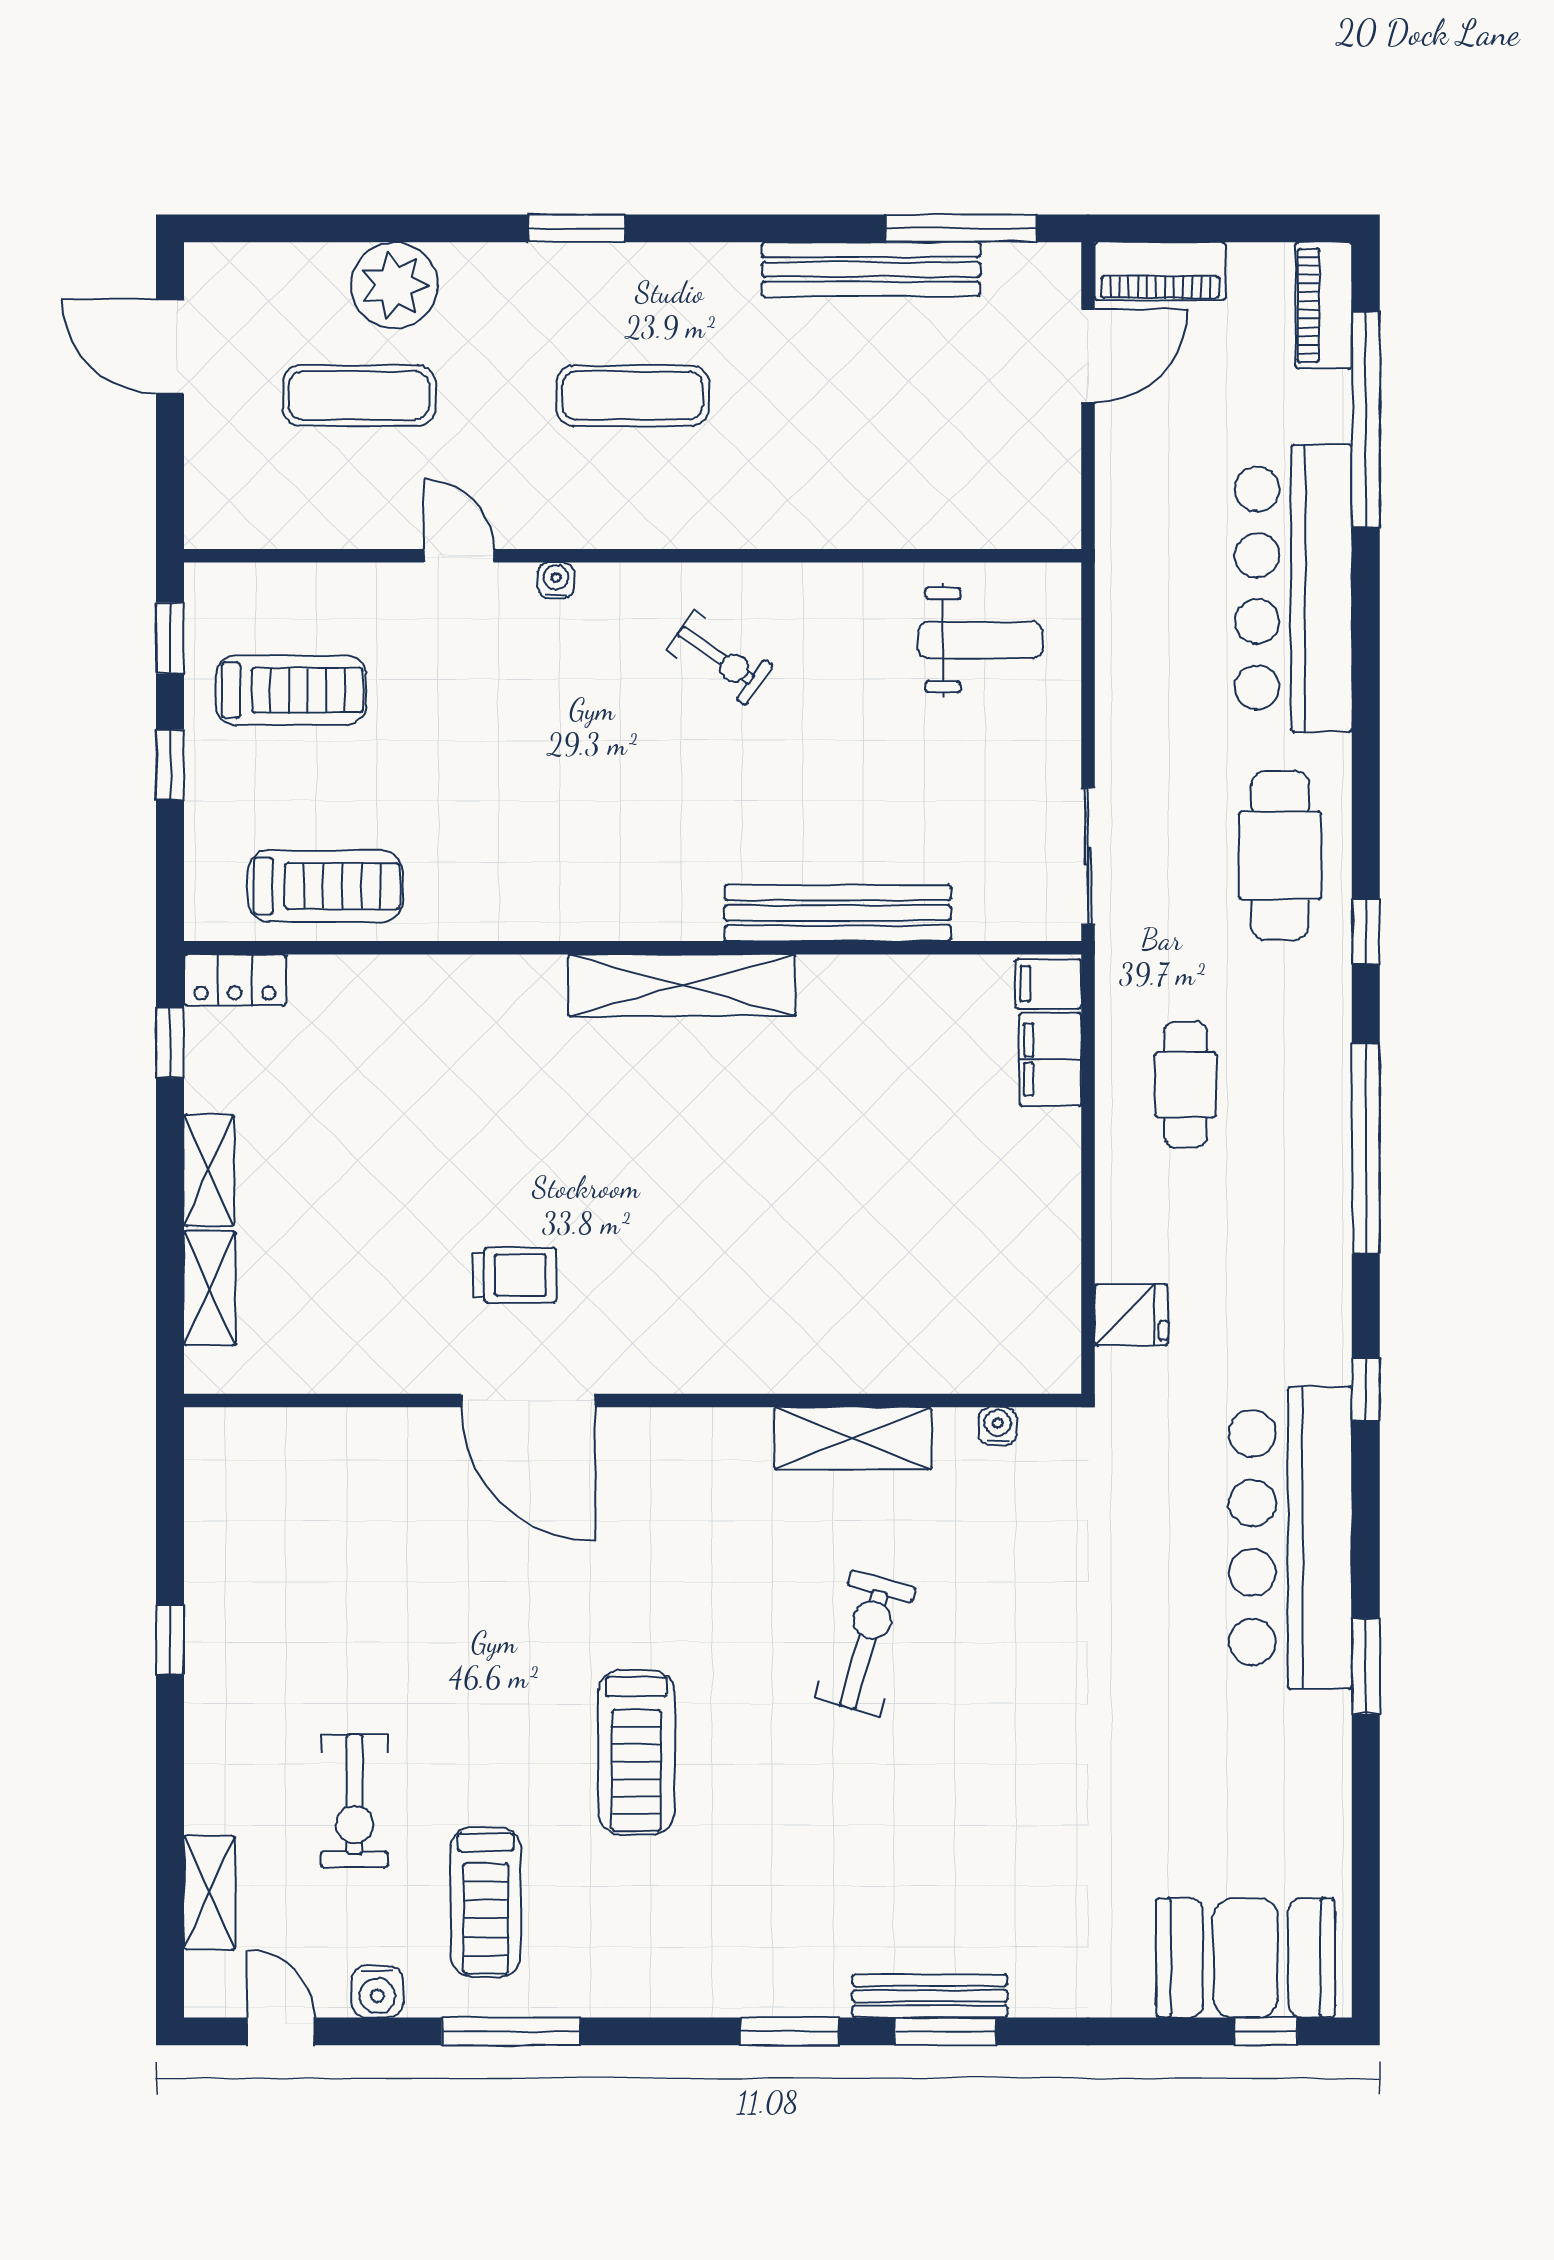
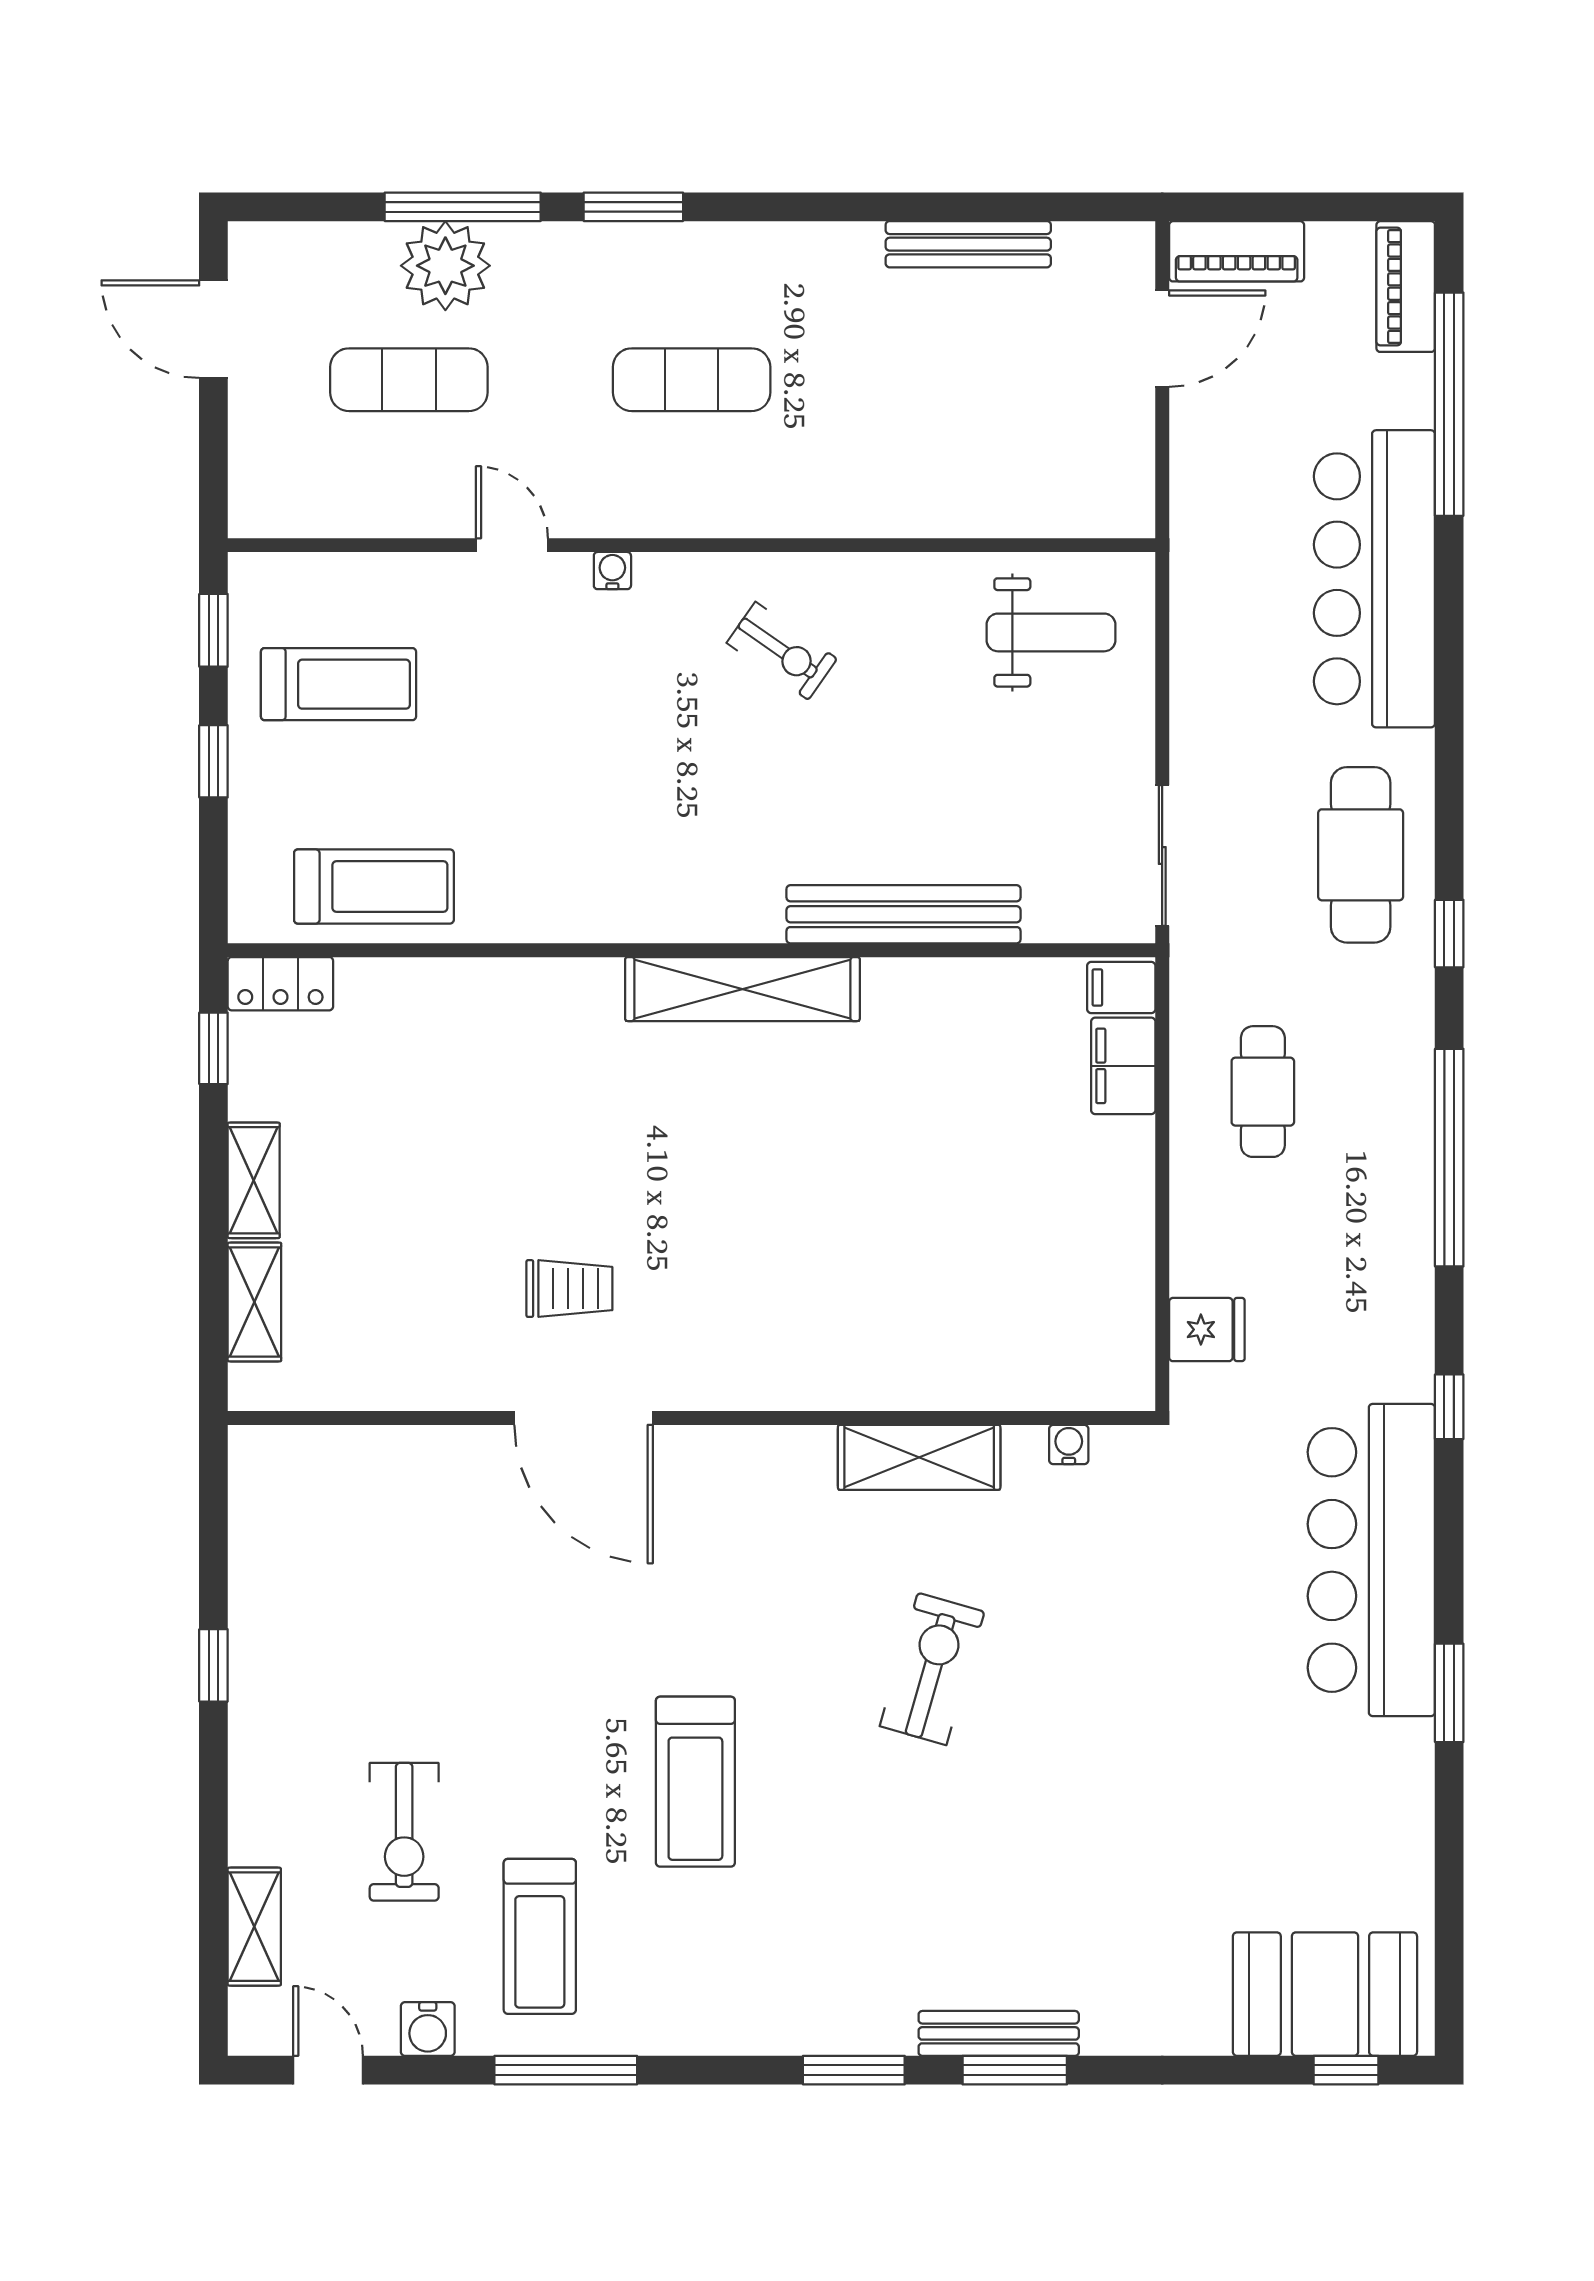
window: (961, 228) -> (463, 207), moved
bench: (871, 269) -> (968, 244), width x0.73, depth x0.82

